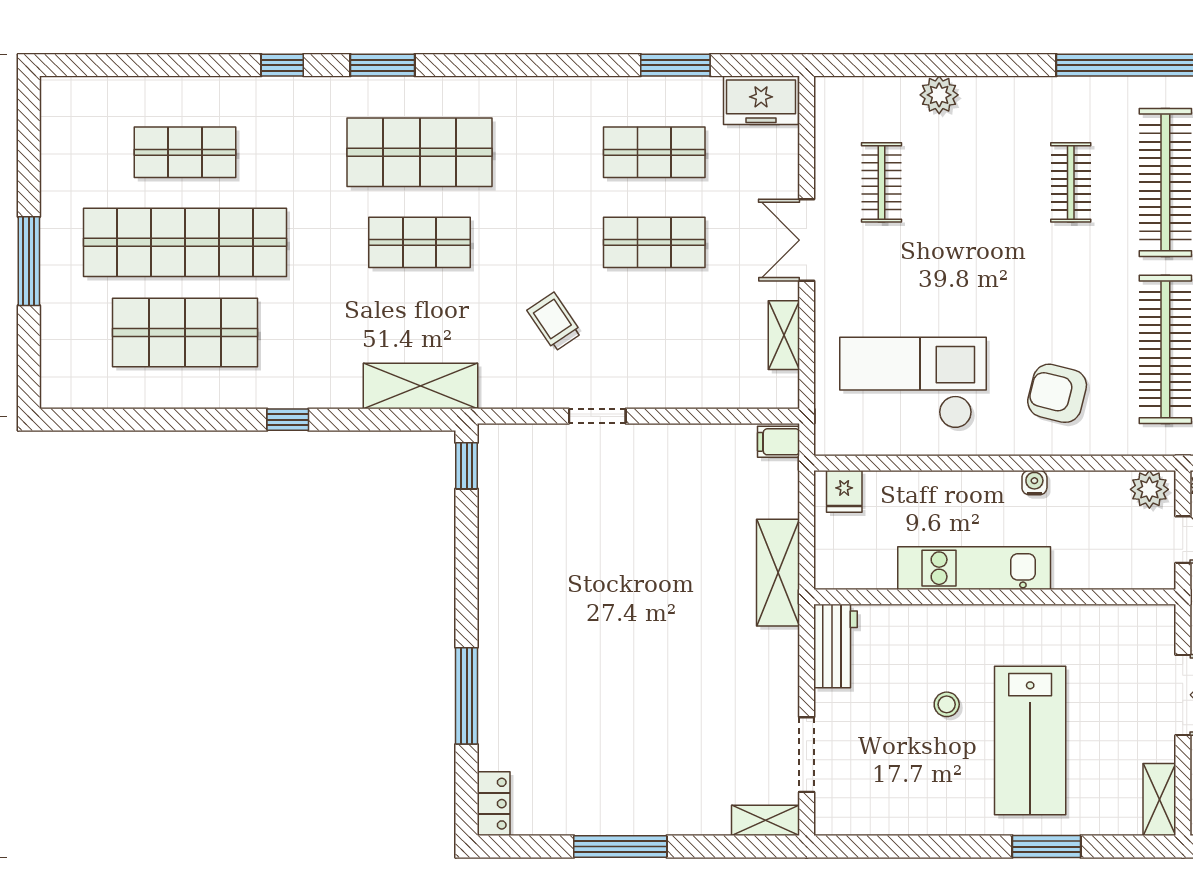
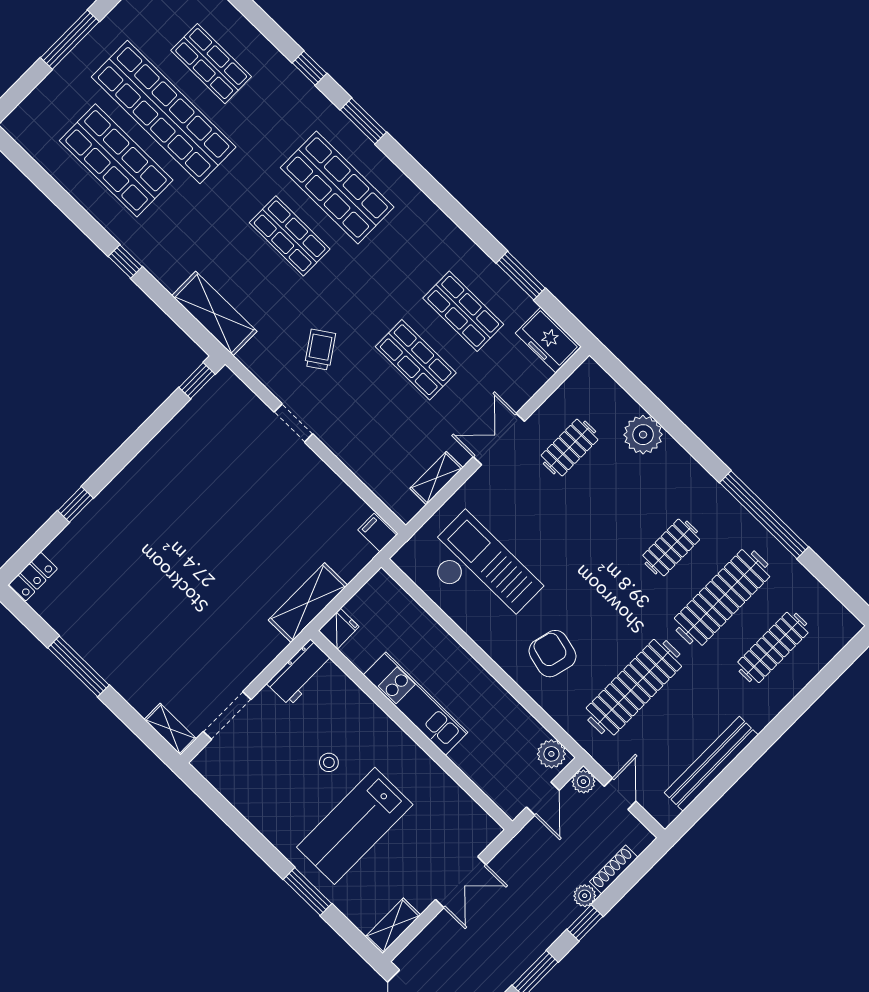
plant: (939, 95) -> (643, 435), width x1.36, depth x1.36
water cooler: (1034, 483) -> (493, 690), removed
fridge: (844, 491) -> (339, 629), moved, turned 180
window: (467, 696) -> (75, 504), width x0.46

